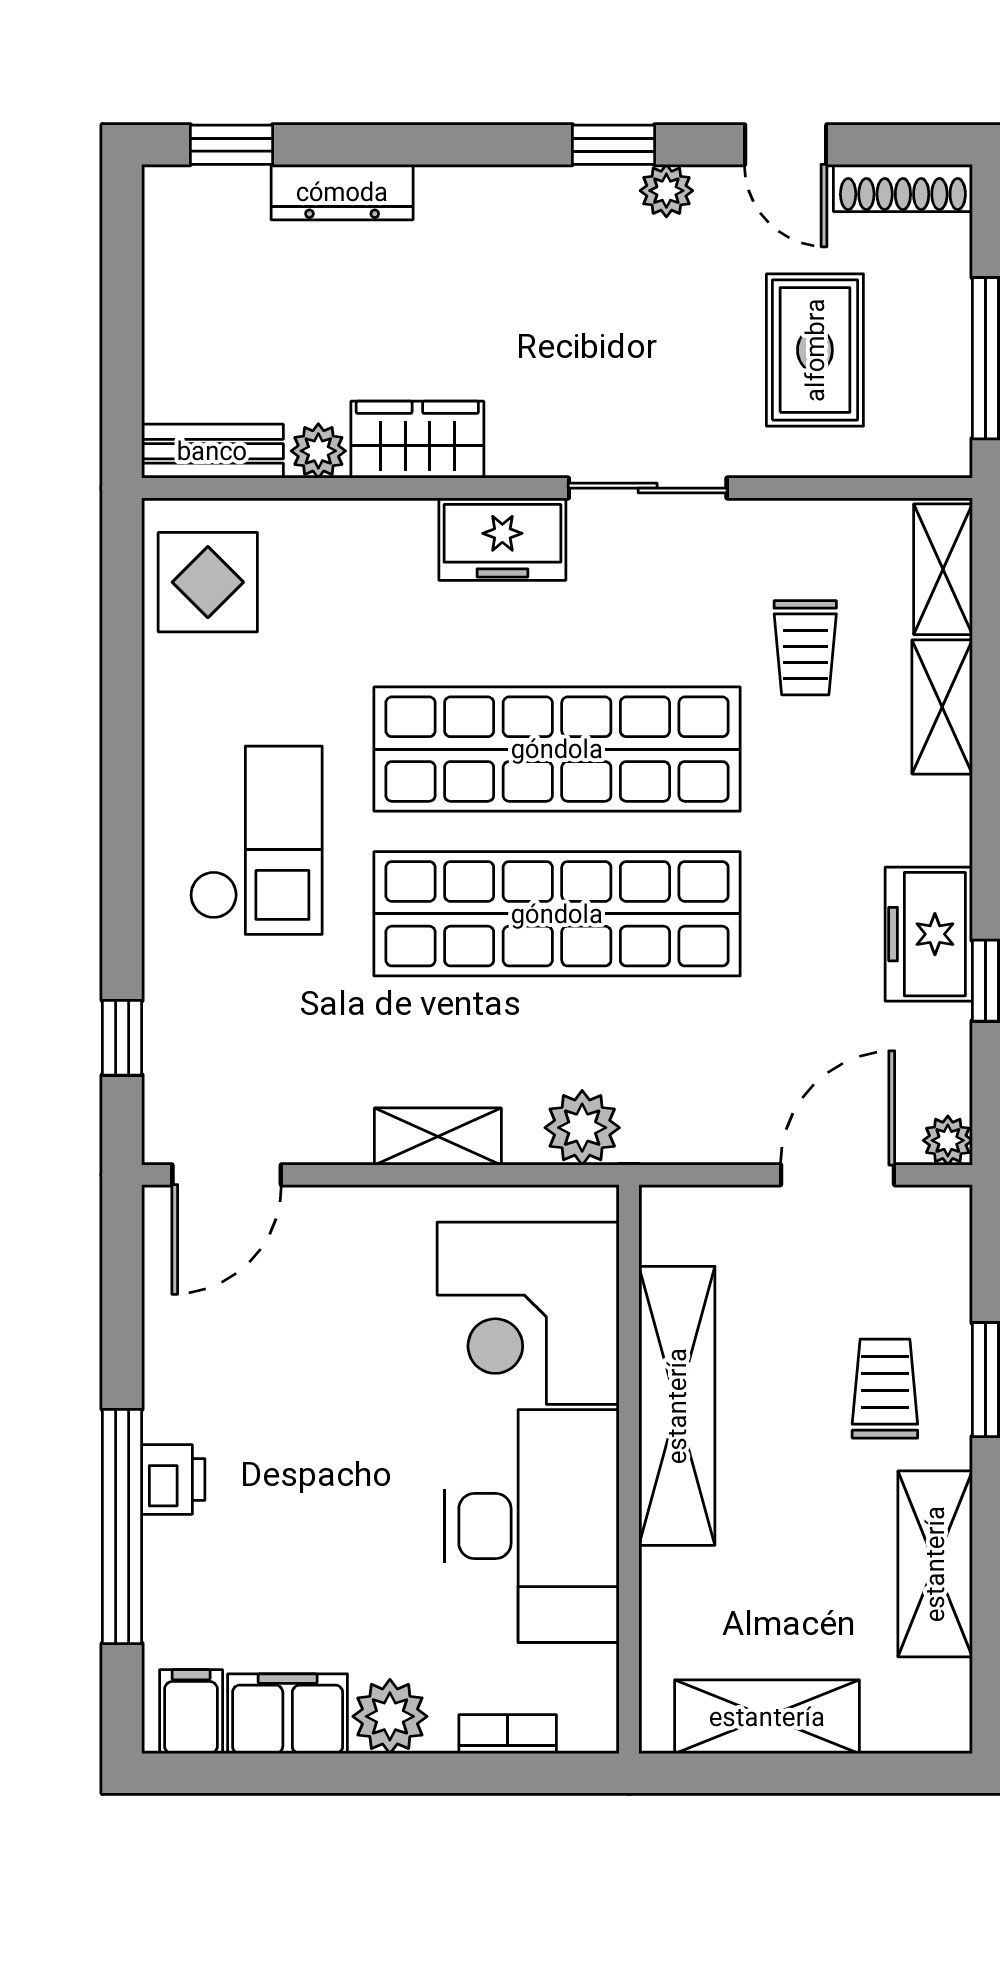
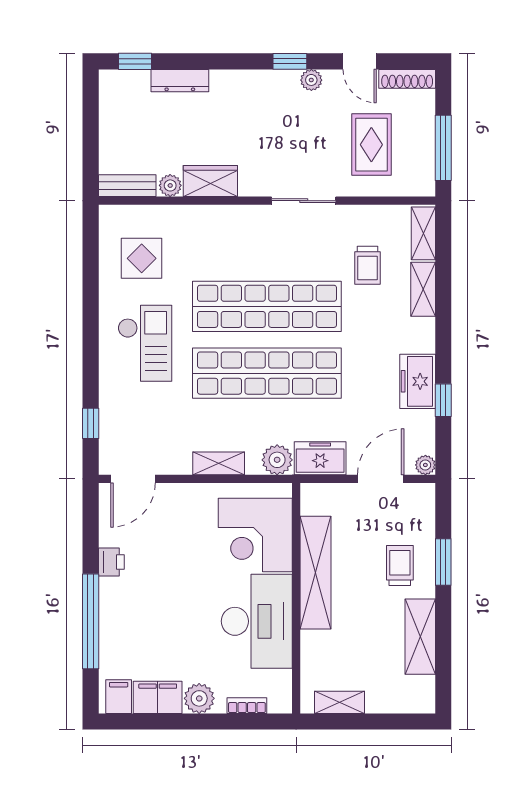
freezer: (502, 539) -> (320, 458), moved, turned 180
display table: (208, 582) -> (142, 258), moved
printer: (173, 1480) -> (111, 562), moved
shelving: (767, 1717) -> (340, 702), width x0.67, depth x0.75

